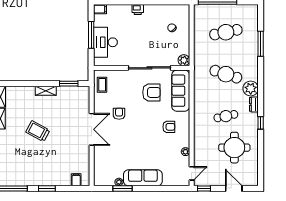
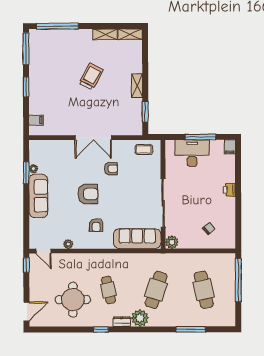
armchair: (151, 92) -> (88, 194), moved, turned -90
door: (234, 189) -> (26, 312), moved

